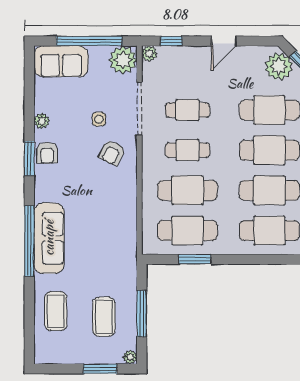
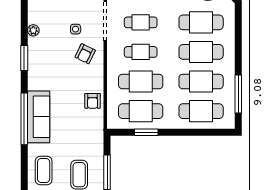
armchair: (47, 153) -> (93, 101), moved

